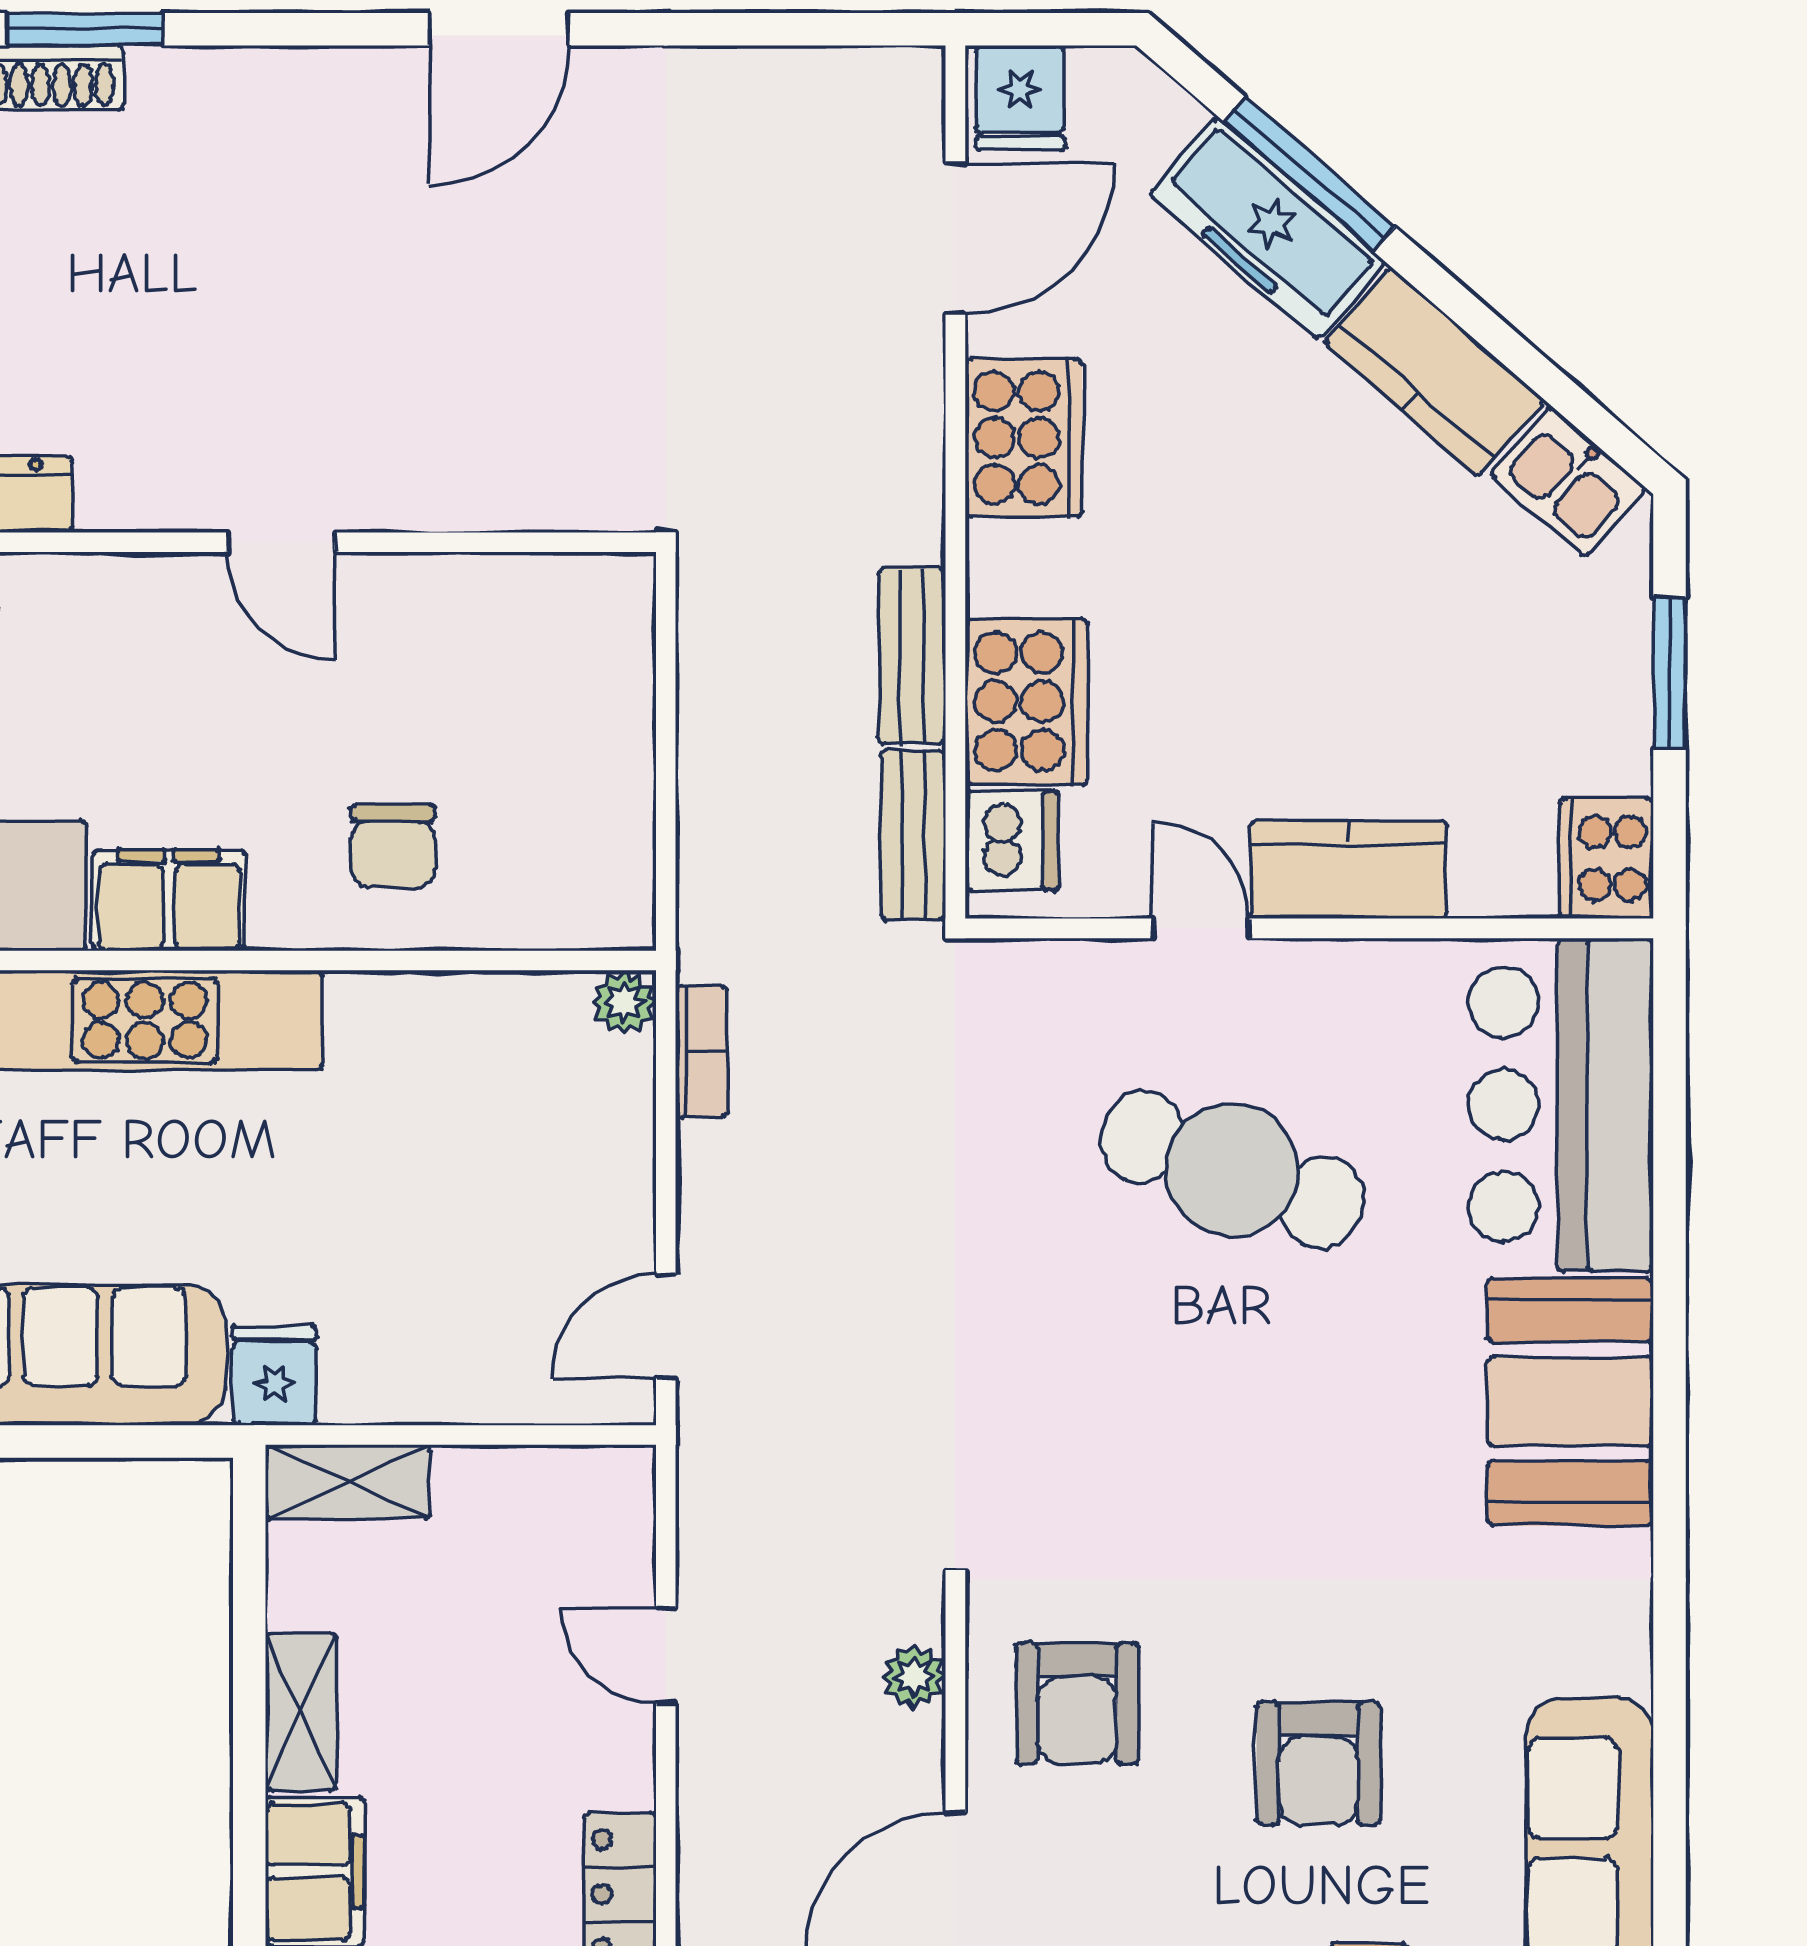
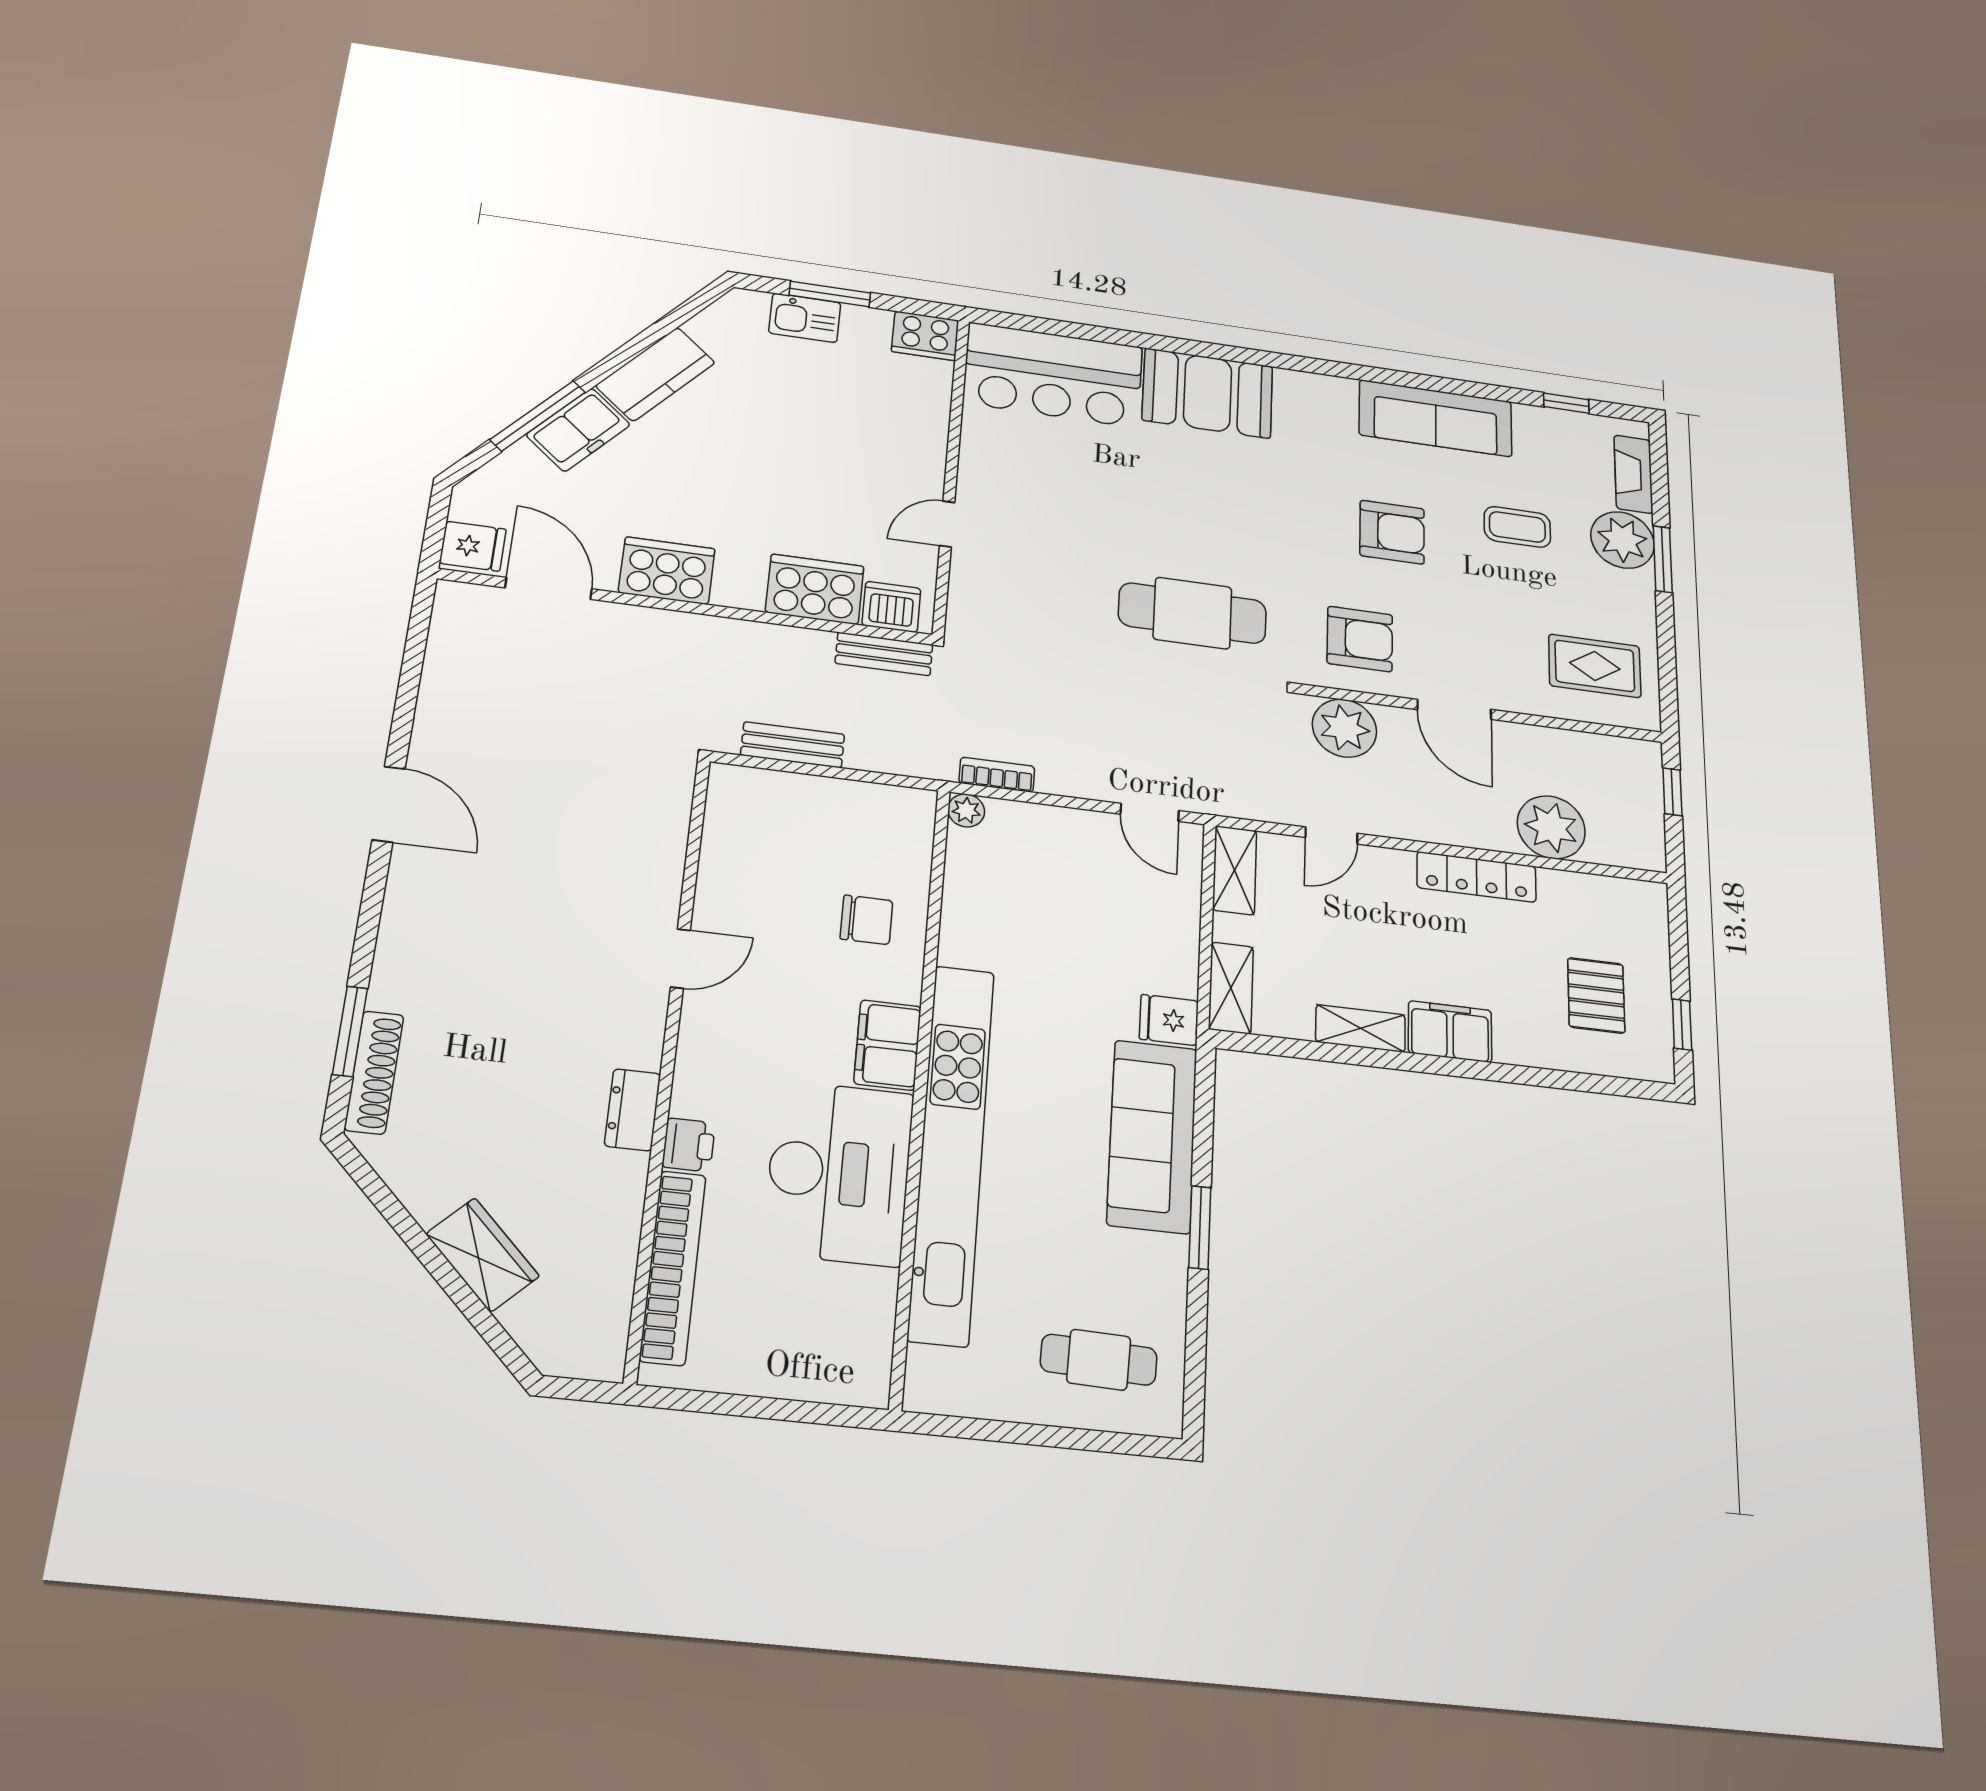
freezer: (1267, 228) -> (578, 430), width x0.71
kitchen sink: (1568, 481) -> (805, 318), moved, turned 49
bench: (912, 656) -> (793, 745), moved
kitchen counter: (1348, 870) -> (921, 452), removed
cafe table: (1232, 1170) -> (1192, 613), moved, turned 70
shelving: (573, 1482) -> (1235, 870), added
plant: (914, 1677) -> (1344, 728), width x1.87, depth x1.87

